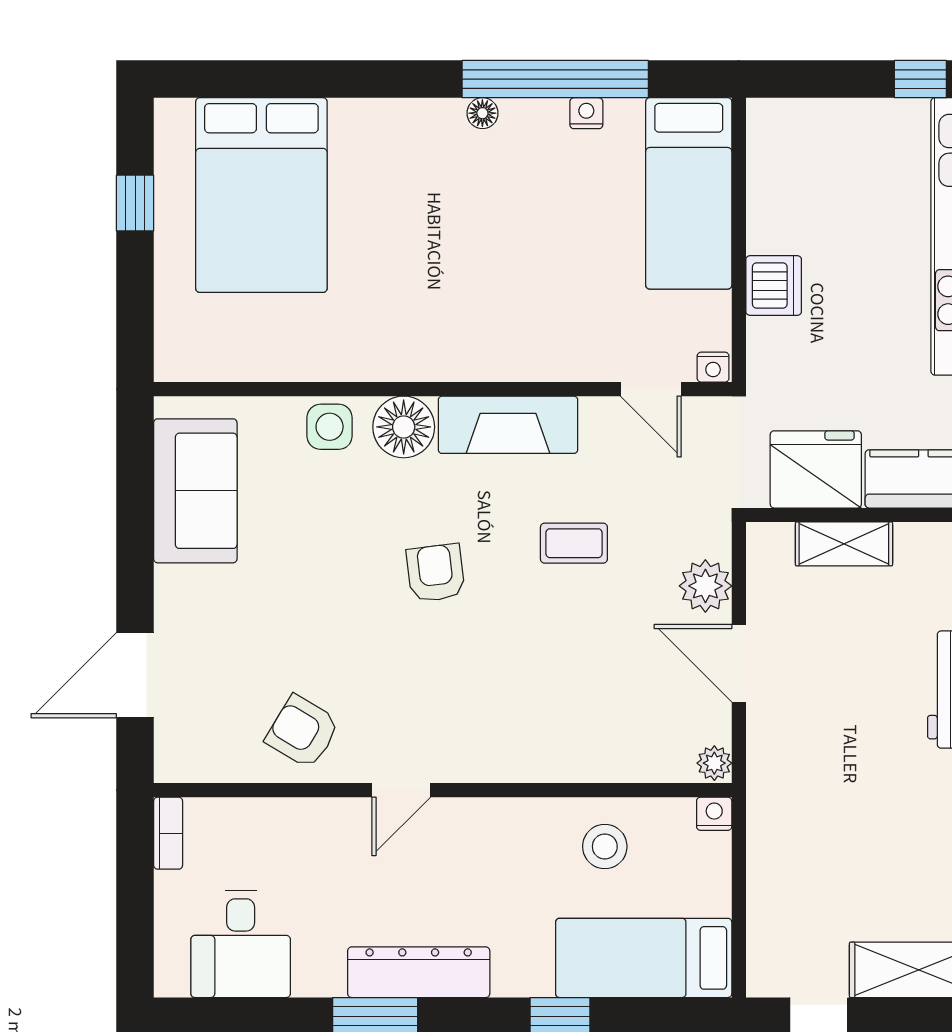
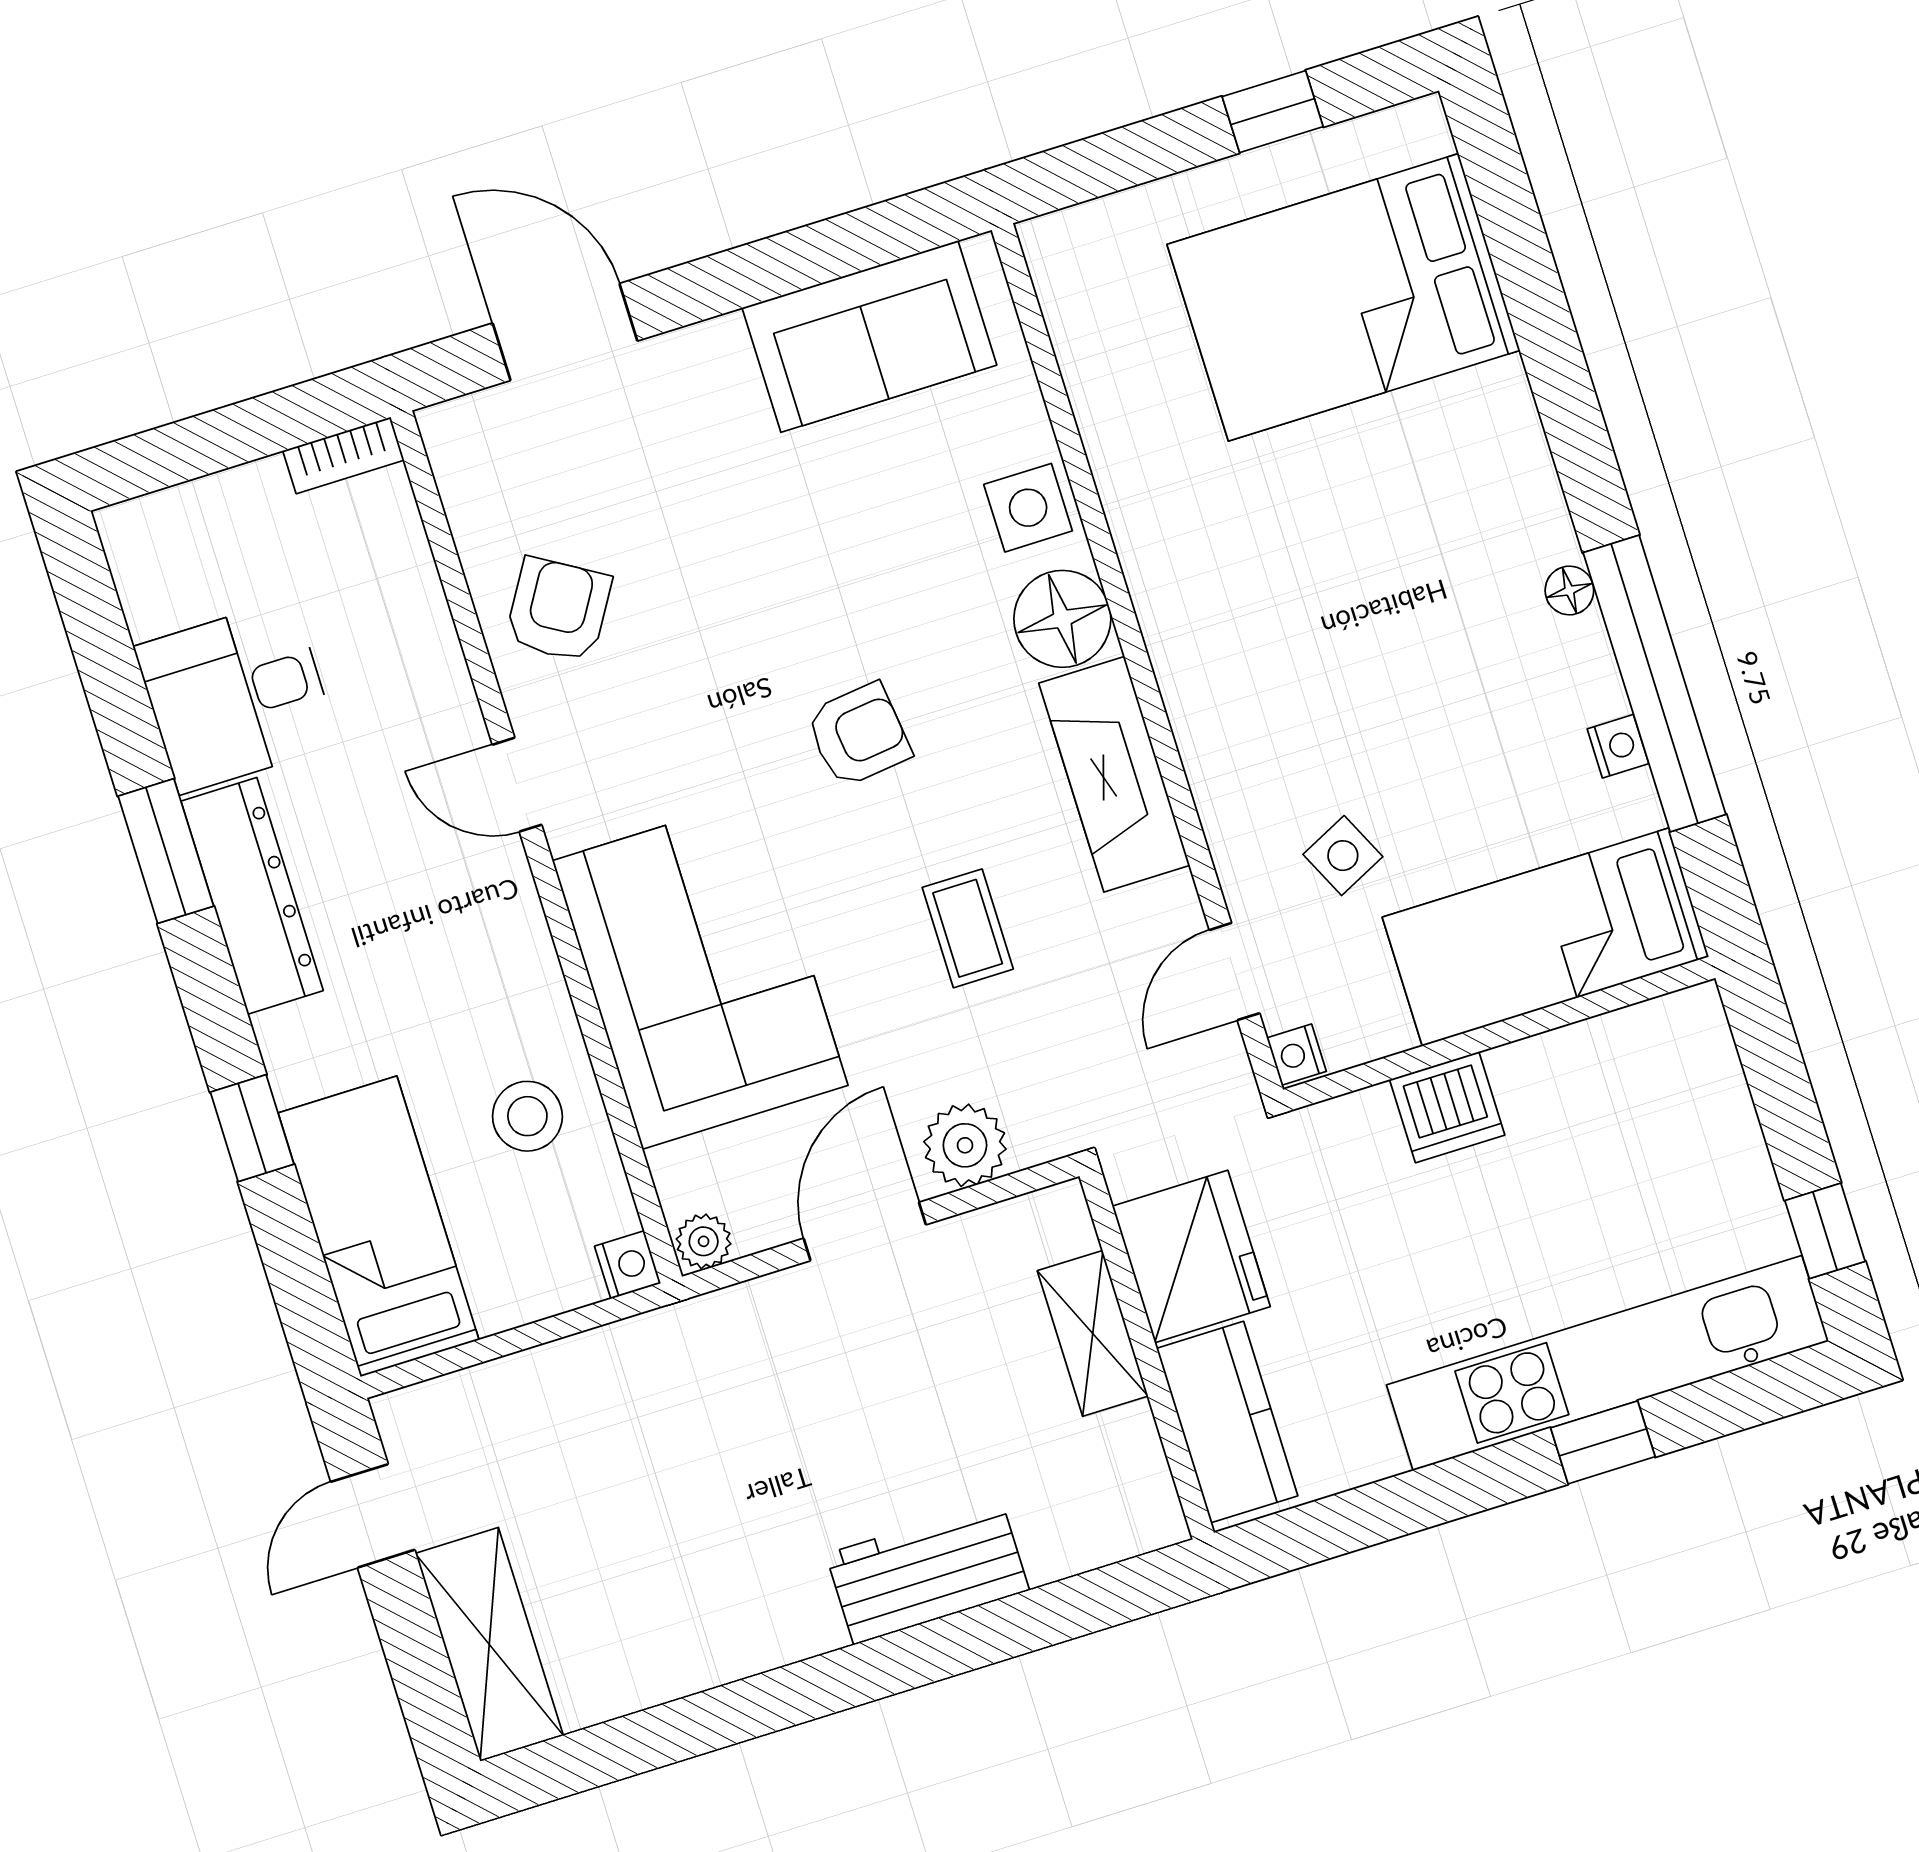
side table: (601, 301) -> (1343, 856), added
corner sofa: (550, 714) -> (700, 973), added
desk: (241, 944) -> (236, 696), moved

